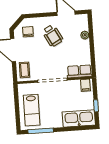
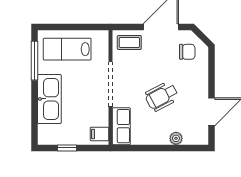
wheelchair: (53, 36) -> (162, 96), moved
kitchen sink: (79, 118) -> (49, 99), moved

